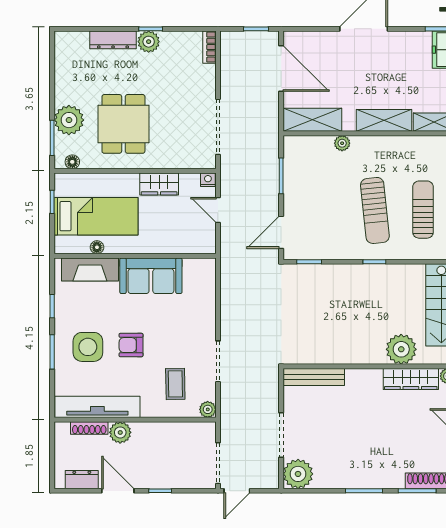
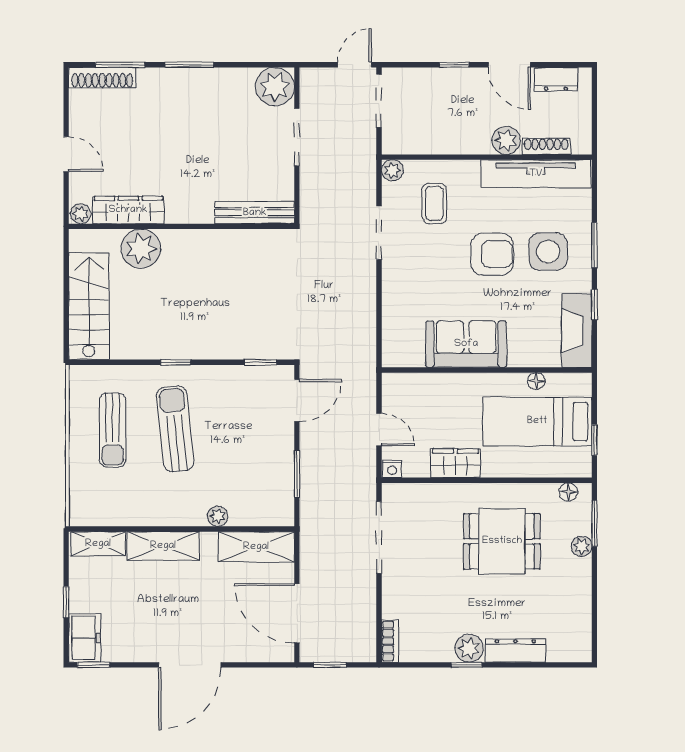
plant: (69, 120) -> (582, 546), width x0.53, depth x0.53
dining table: (123, 124) -> (502, 541), turned 90
fireplace: (90, 269) -> (577, 331), moved, turned -90
armchair: (131, 345) -> (492, 254), width x1.38, depth x1.38

